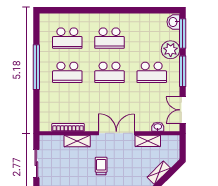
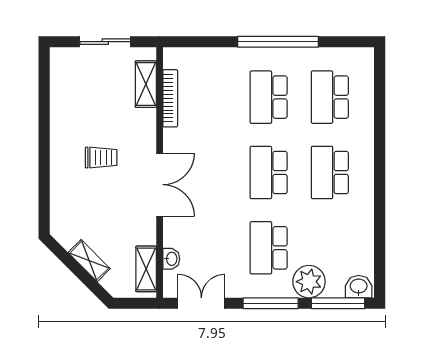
shelving: (77, 141) -> (146, 84), moved
shelving: (148, 141) -> (146, 269), moved

